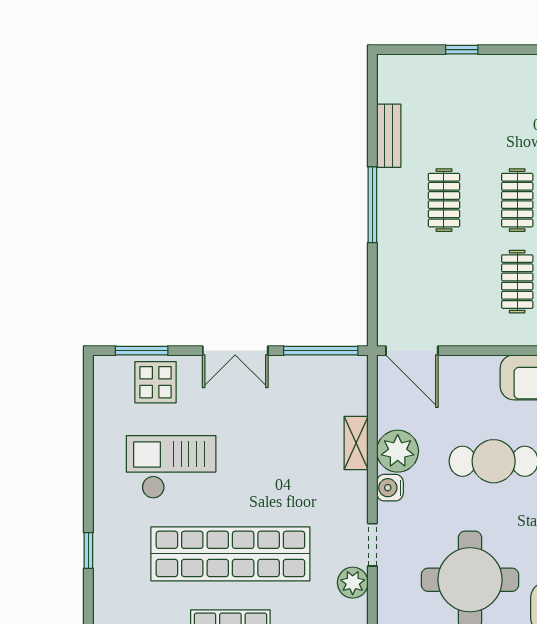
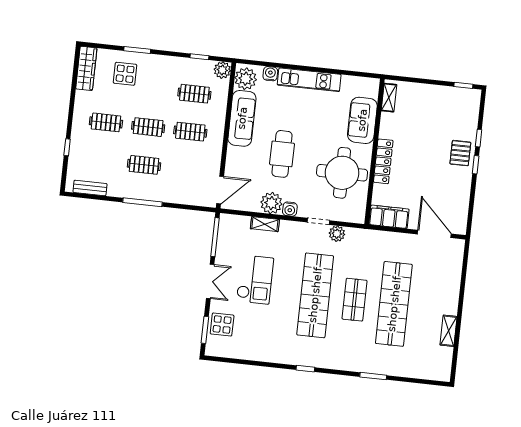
clothes rail: (517, 119) -> (106, 122), added
bench: (389, 136) -> (90, 188), moved
checkout: (171, 467) -> (255, 280), moved, turned 180

